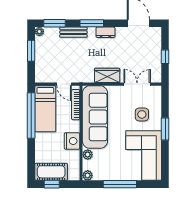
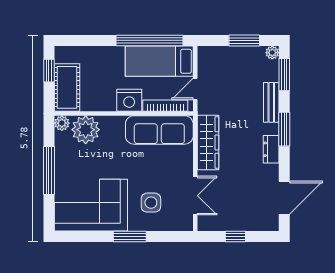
wardrobe: (107, 75) -> (208, 143), width x1.50
sofa: (95, 117) -> (159, 130), width x0.74, depth x0.79
nightstand: (72, 141) -> (129, 100), moved
plant: (88, 155) -> (86, 130), width x1.87, depth x1.87
cot: (51, 172) -> (67, 87), moved

